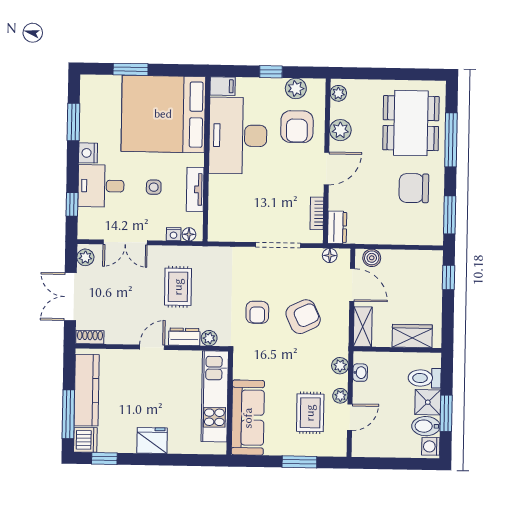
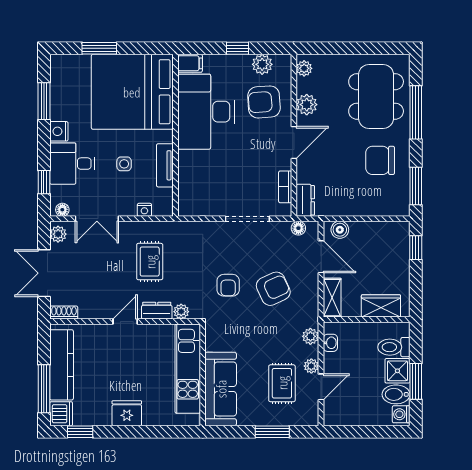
armchair: (297, 127) -> (264, 102), turned 86
floor lamp: (189, 234) -> (62, 210), moved

